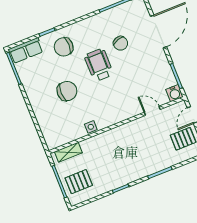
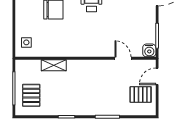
side table: (91, 127) -> (26, 42), moved
shelving: (68, 152) -> (54, 65), moved
pallet: (79, 182) -> (31, 95), turned 90

